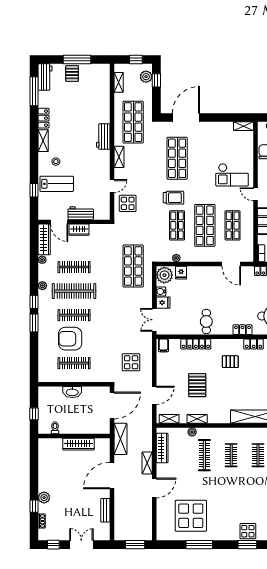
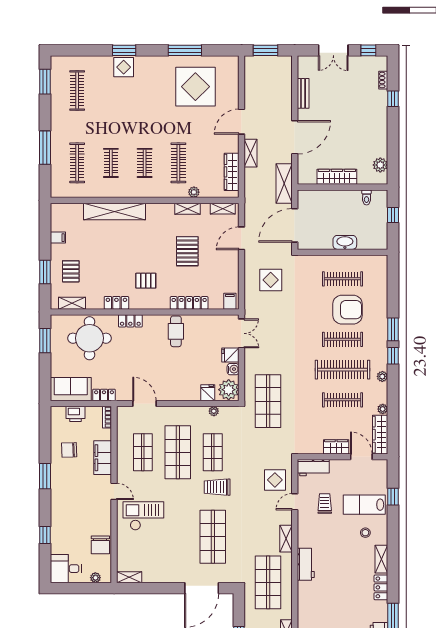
trolley: (88, 185) -> (325, 504), added
workbench: (81, 213) -> (313, 468), moved
plant: (44, 498) -> (380, 165), moved

